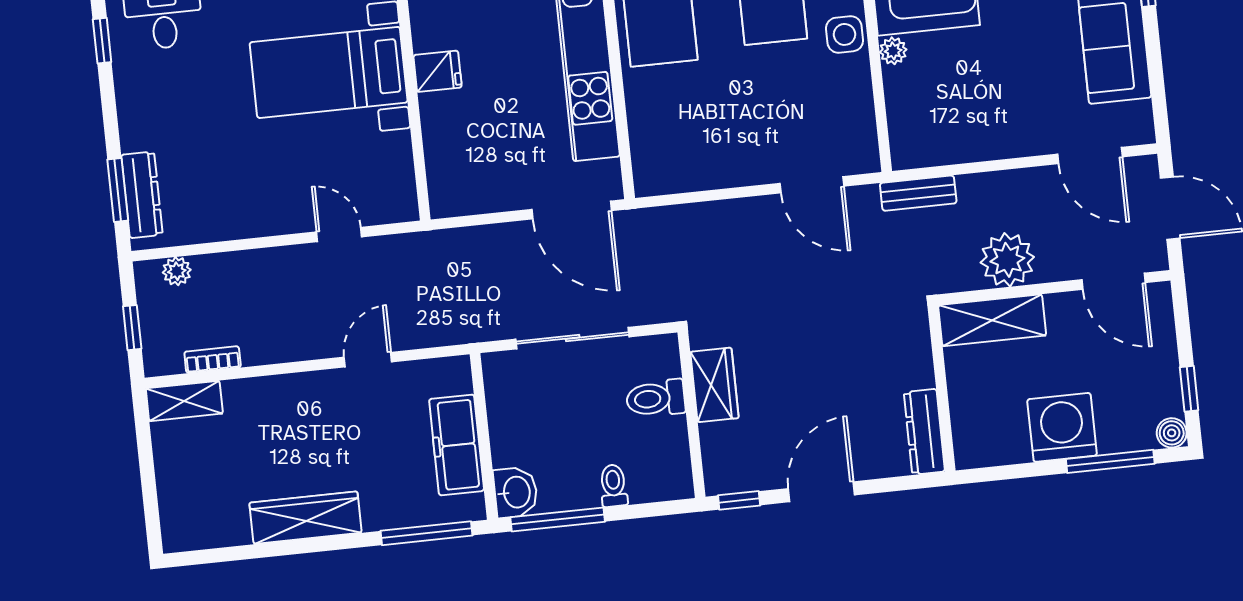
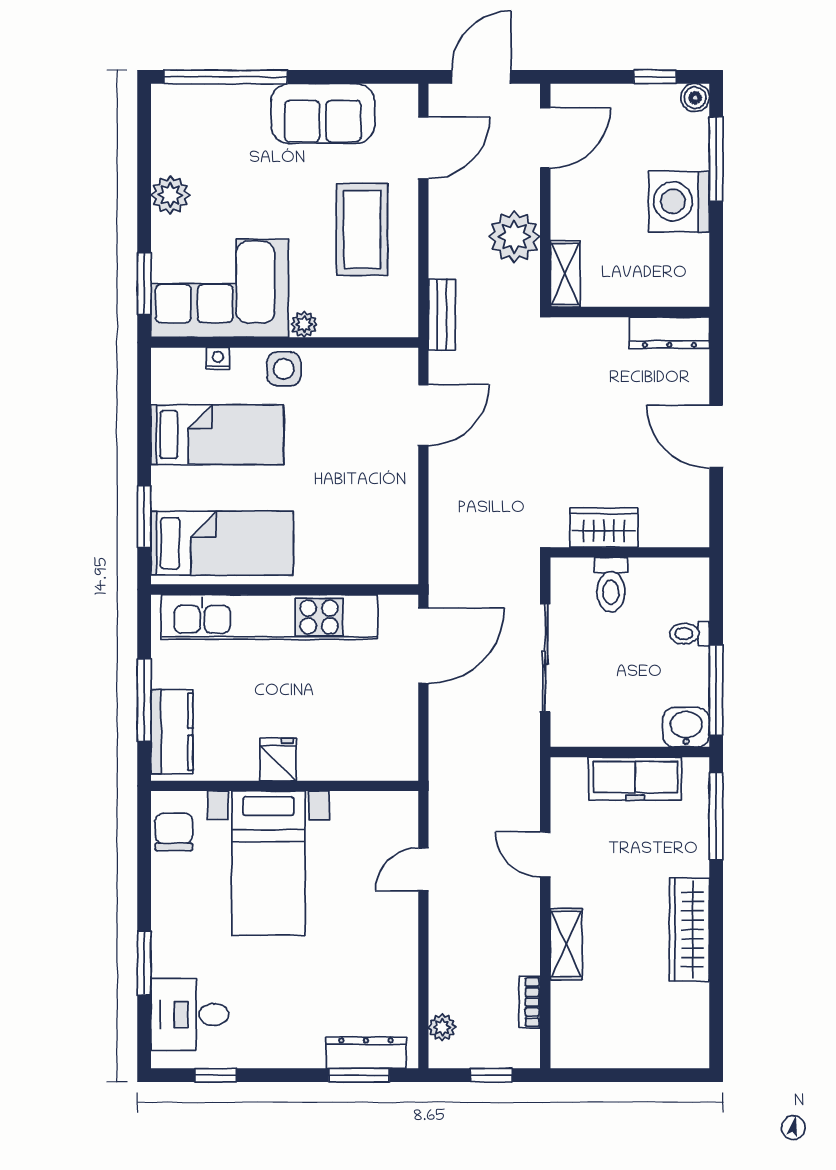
coffee table: (998, 101) -> (362, 229), added
shelving: (992, 320) -> (565, 274), width x0.67, depth x0.75
shelving: (184, 401) -> (566, 944), moved
window: (739, 500) -> (716, 516), removed

